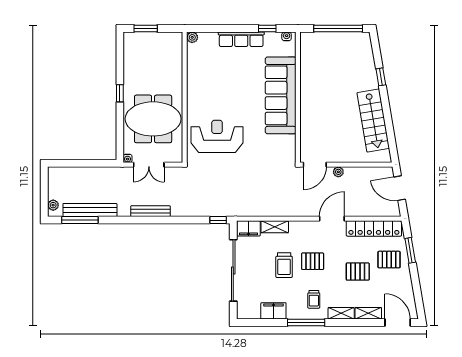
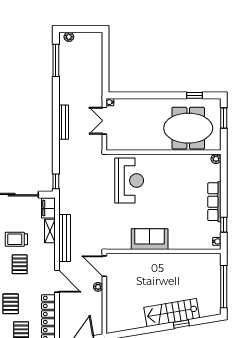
window: (120, 93) -> (195, 95), moved
sofa: (281, 95) -> (150, 239), width x0.54, depth x0.79
meeting table: (153, 119) -> (188, 128), moved, turned 90
stairs: (373, 121) -> (172, 313), moved
bench: (90, 210) -> (65, 238), moved

